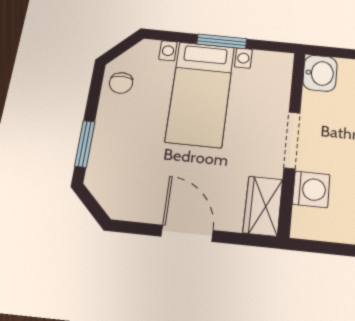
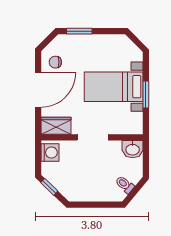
chair: (121, 83) -> (55, 62), moved
washing machine: (311, 189) -> (50, 153), moved, turned -90
door: (187, 233) -> (38, 90), width x1.36

